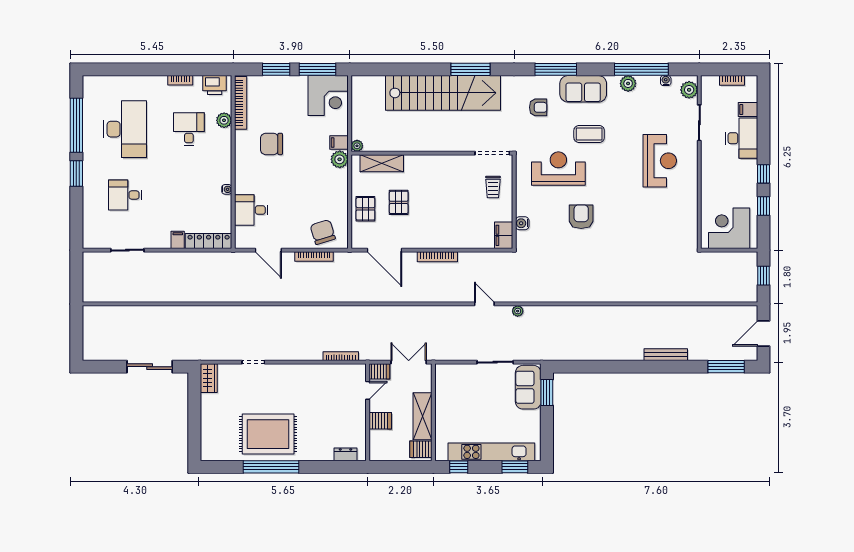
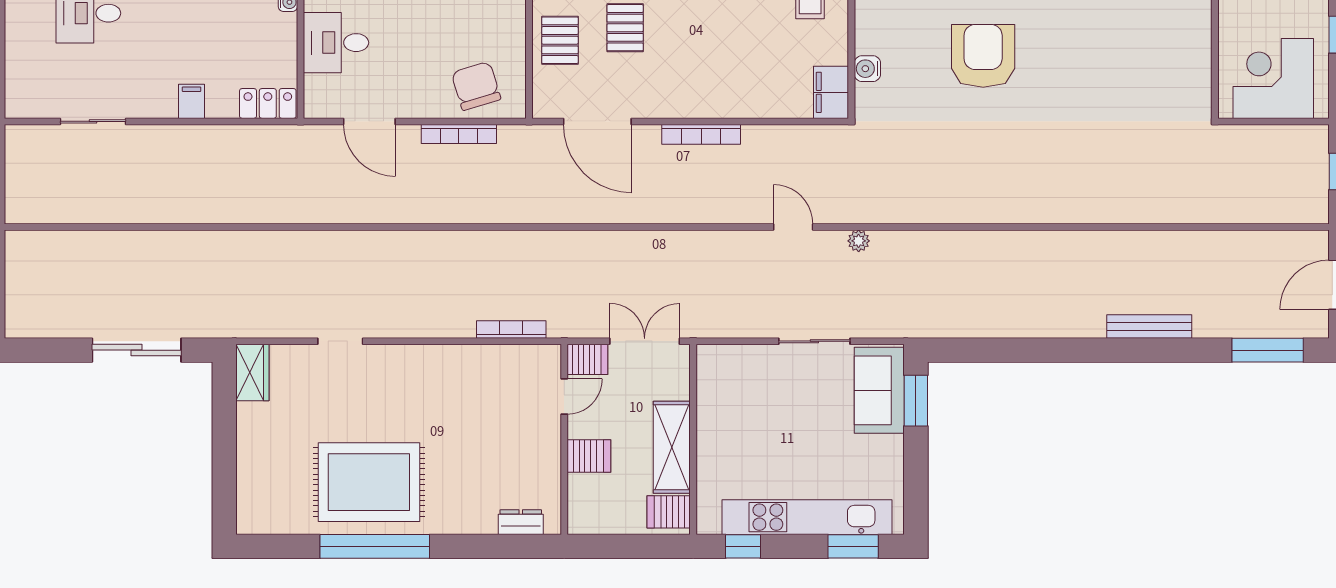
armchair: (581, 217) -> (983, 56), width x1.36, depth x1.36
locker: (209, 241) -> (268, 103), width x0.66

